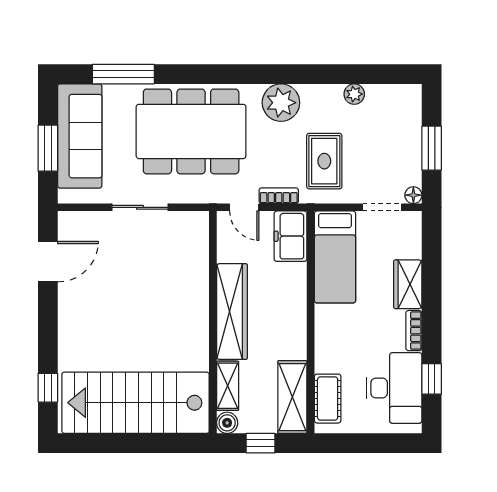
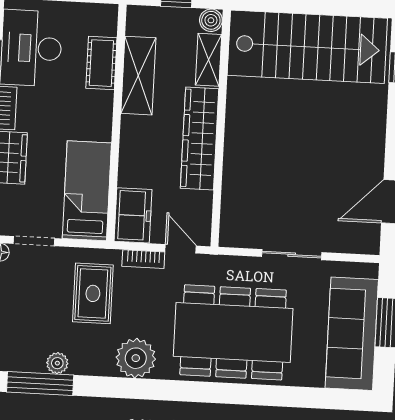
window: (123, 74) -> (40, 384), moved
shelving: (292, 397) -> (138, 76), moved
cot: (328, 399) -> (101, 63), moved

